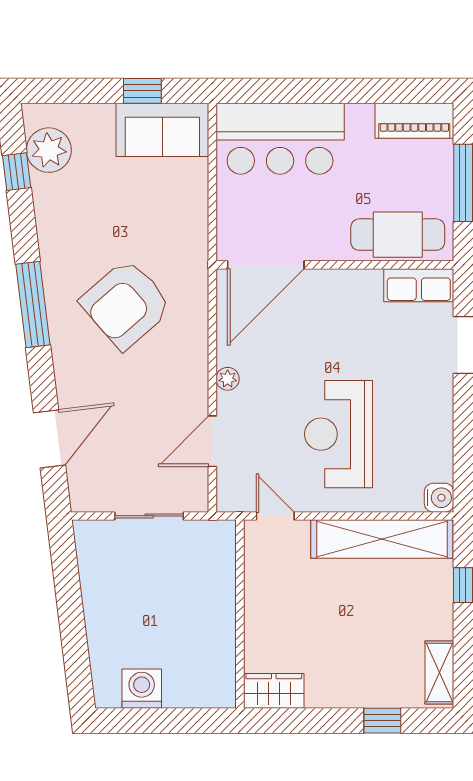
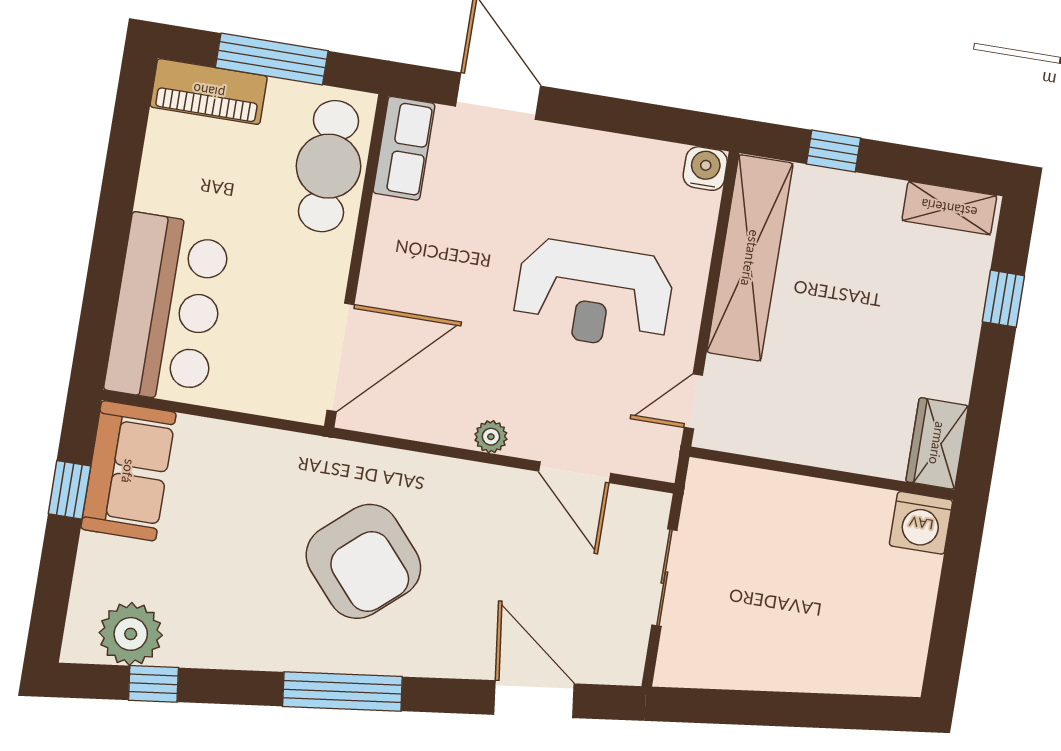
piano: (414, 121) -> (209, 91), moved, turned 90
door: (266, 265) -> (341, 357), hinge flipped
washing machine: (142, 689) -> (921, 523), moved, turned -90

